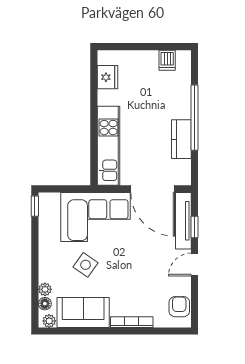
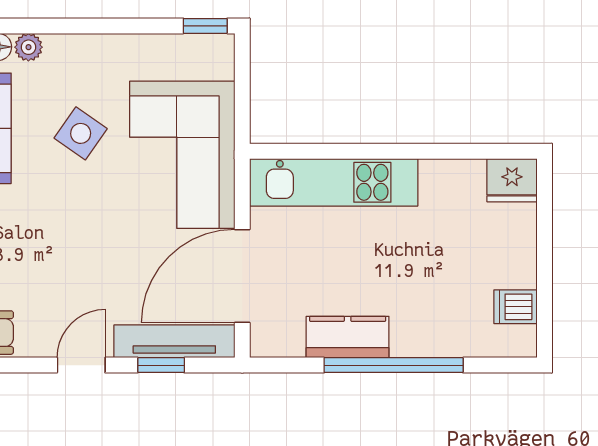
fridge: (108, 77) -> (512, 180), moved
door: (195, 265) -> (81, 365), hinge flipped

